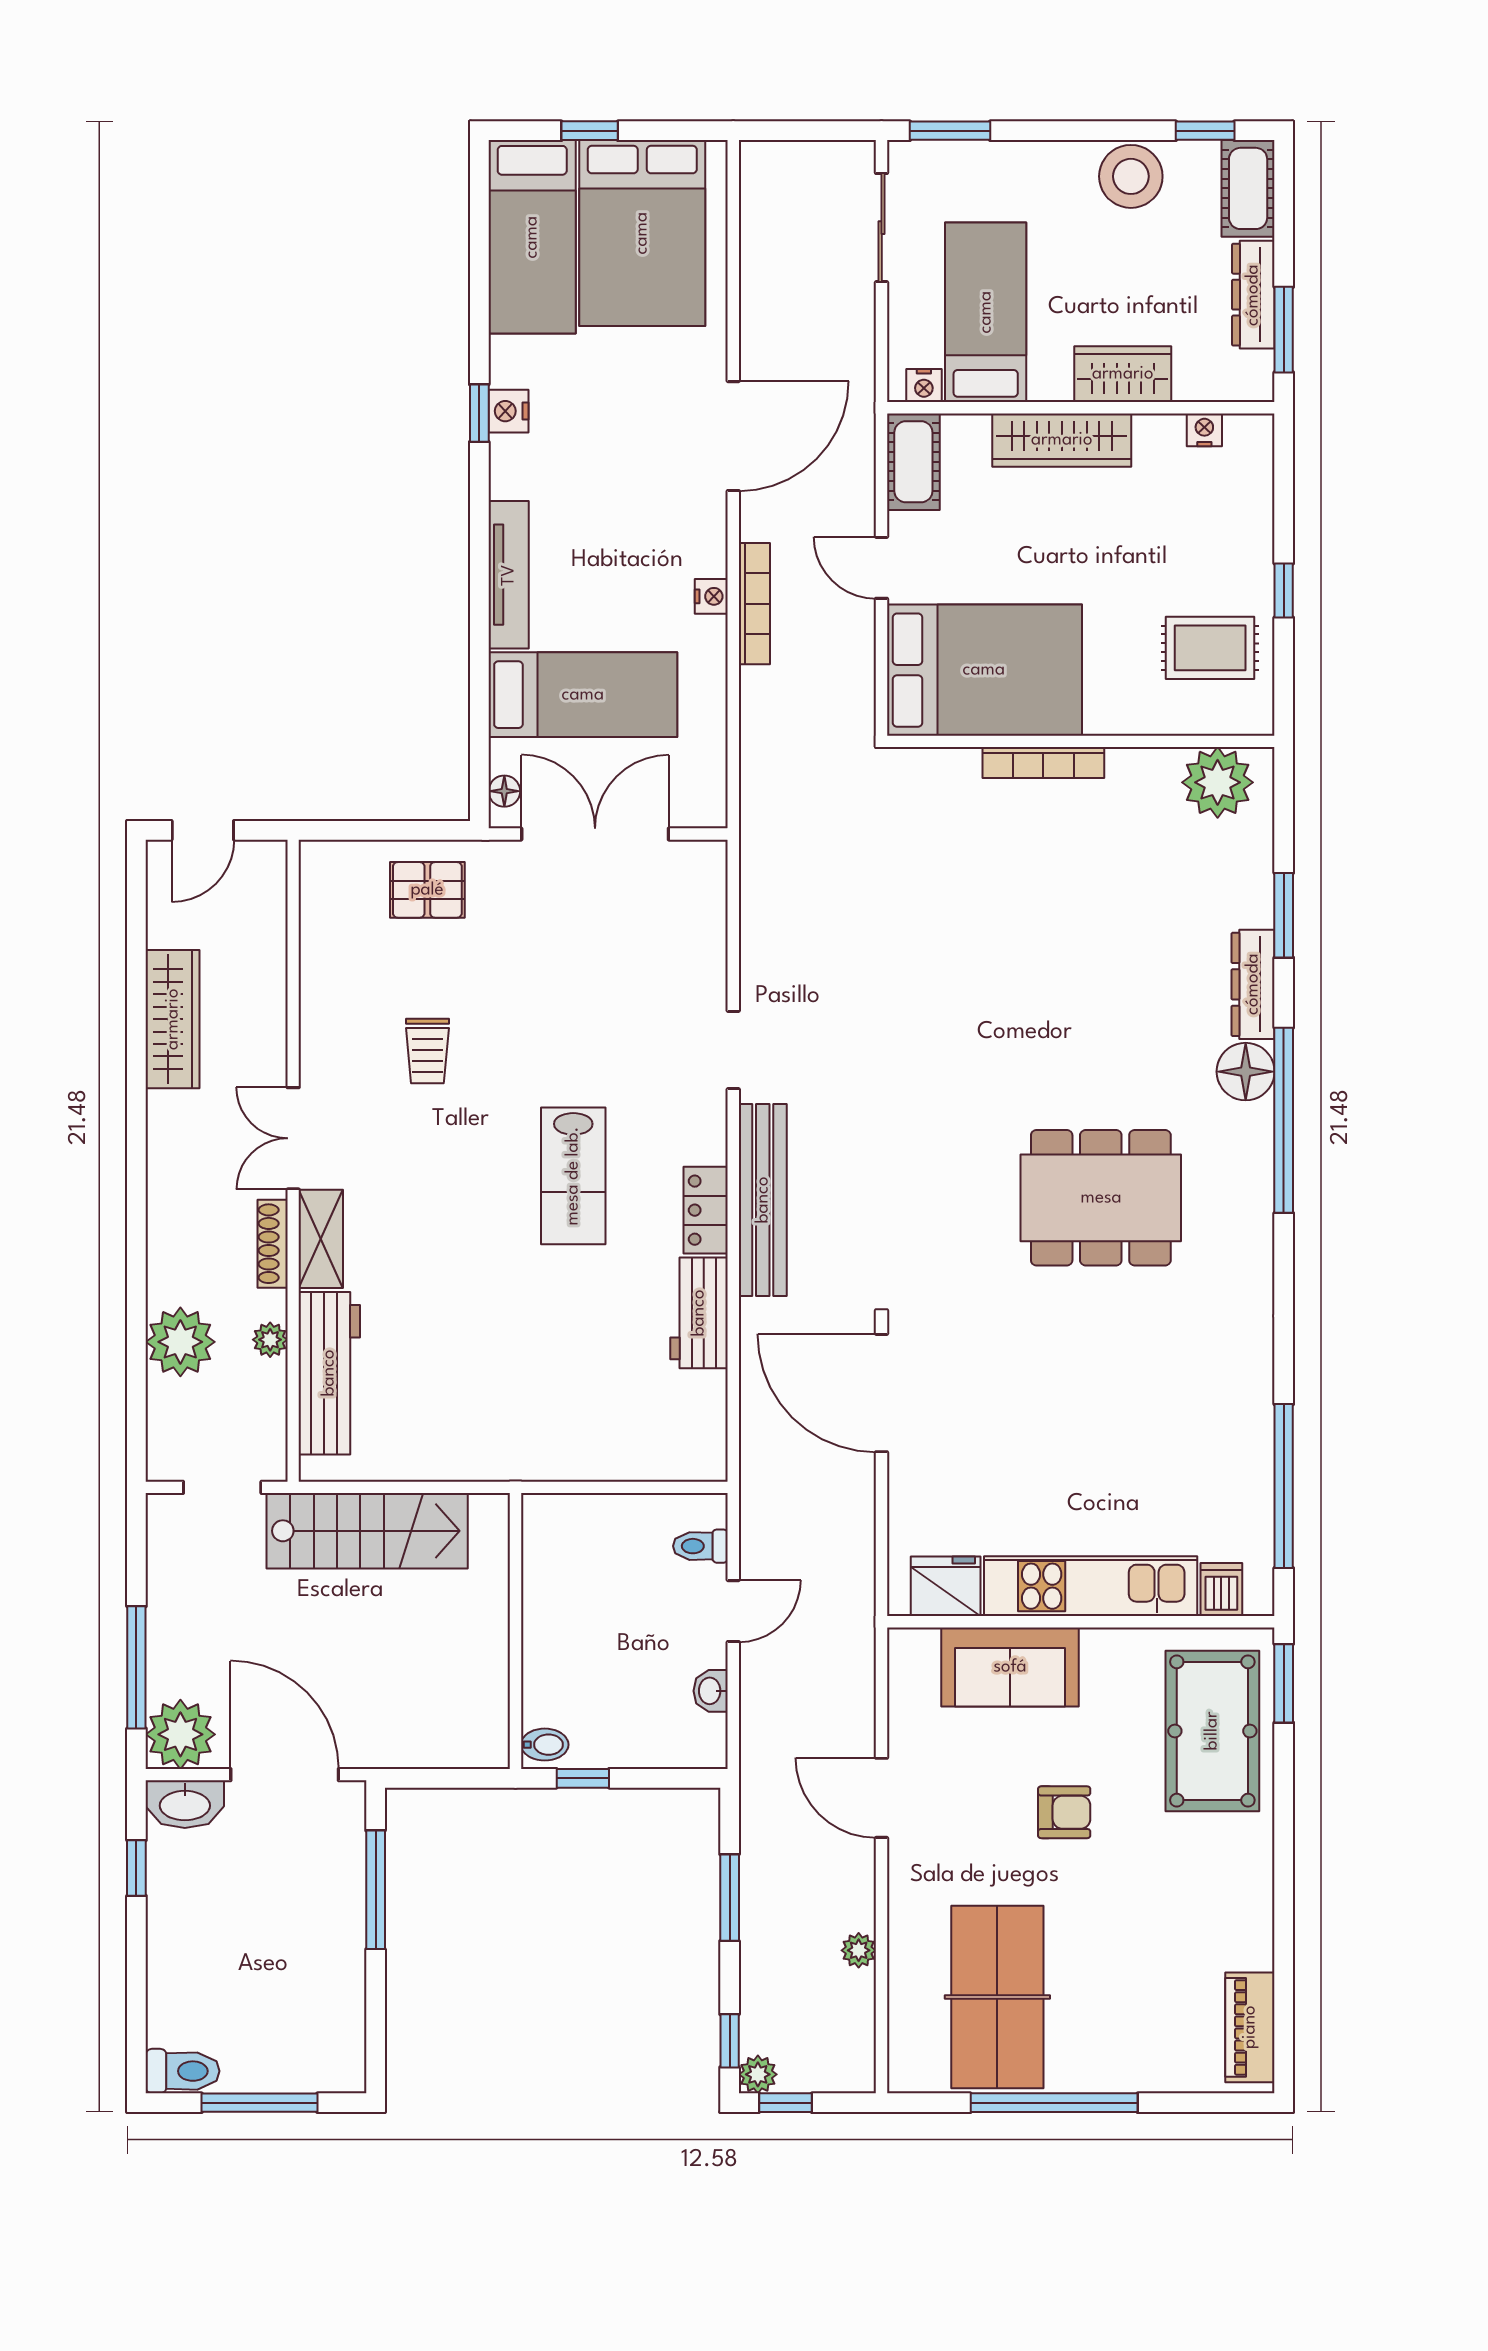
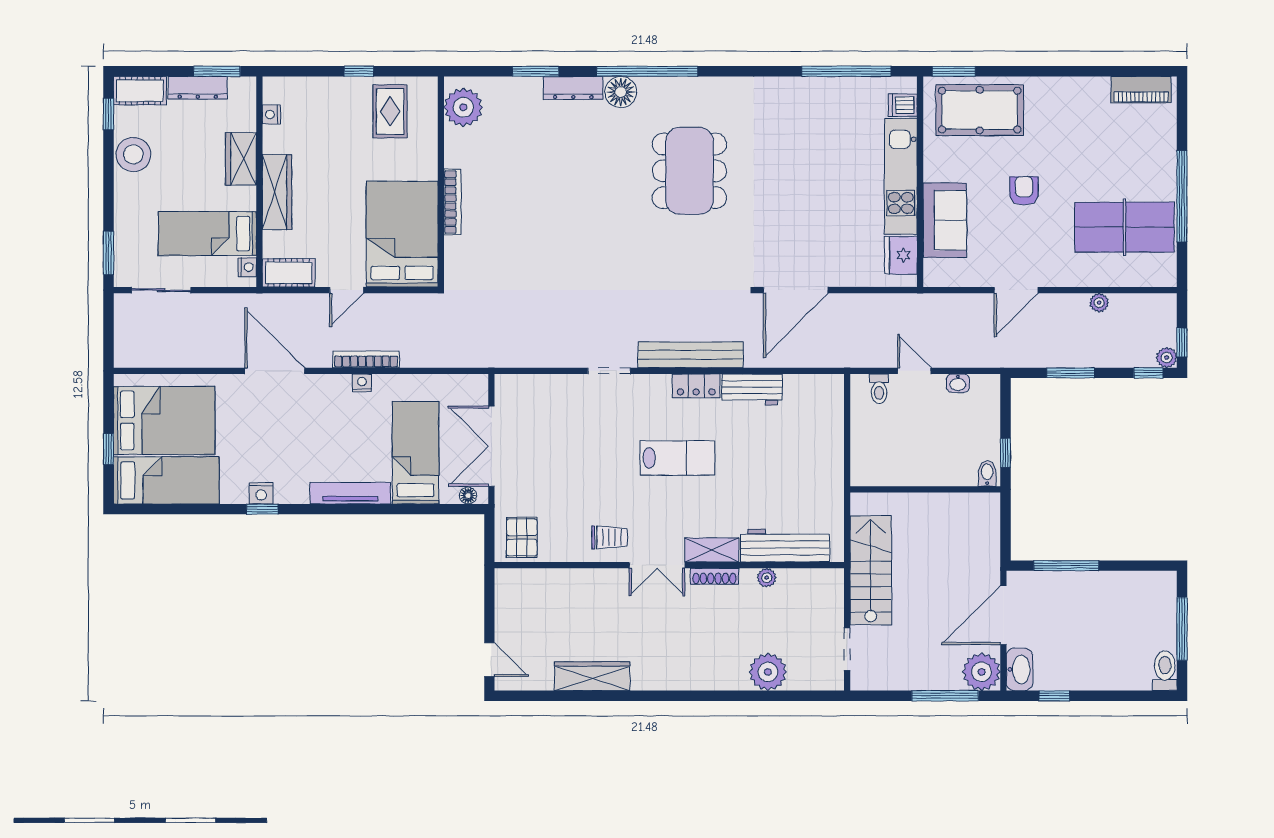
double door: (293, 1138) -> (657, 565), moved
wall: (293, 1161) -> (669, 565), moved
shelving: (321, 1239) -> (712, 550), moved
shoe rack: (273, 1244) -> (714, 576), moved
plant: (270, 1340) -> (767, 578), moved
workbench: (329, 1373) -> (785, 545), moved

